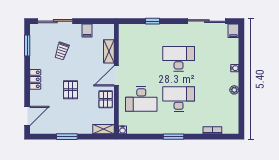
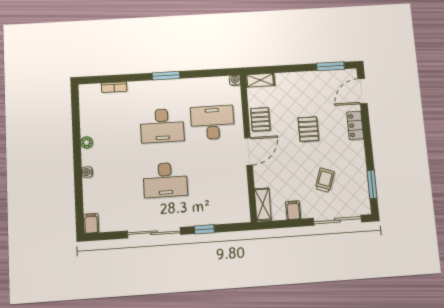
sliding door: (207, 21) -> (154, 233), moved
shelving: (109, 51) -> (263, 204), moved
locker: (35, 79) -> (355, 125), moved
window: (67, 137) -> (330, 66), moved

